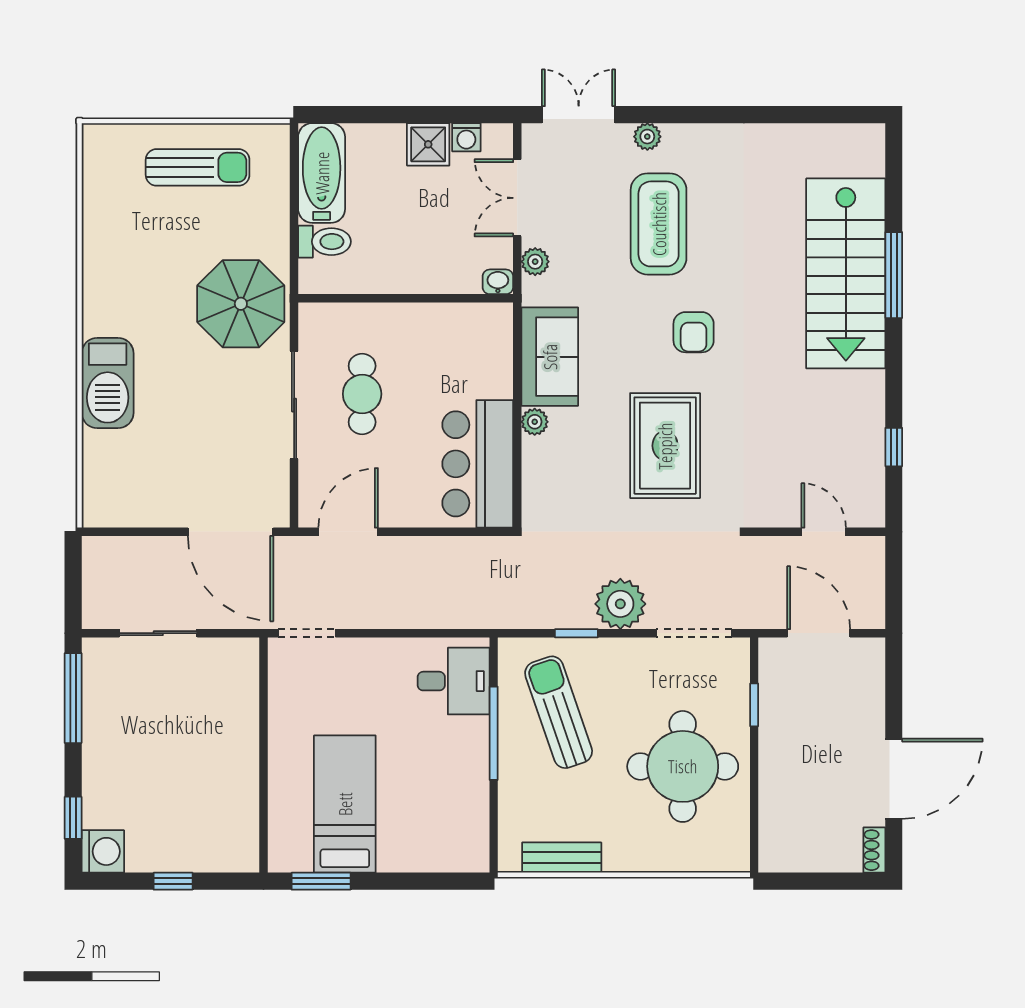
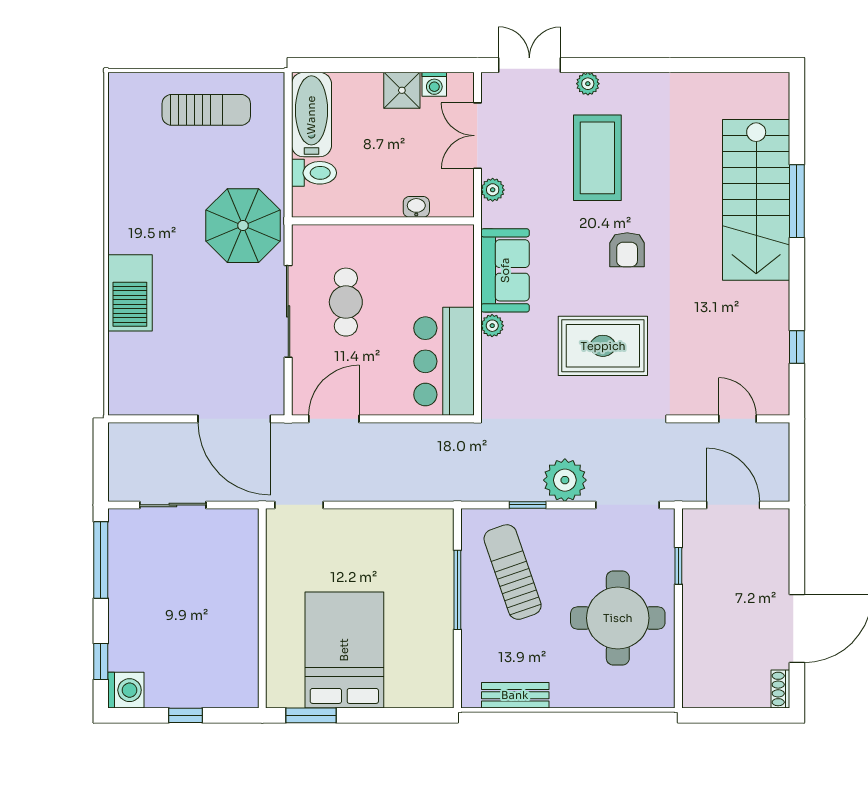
washbasin: (498, 282) -> (416, 207), moved
rug: (665, 446) -> (603, 346), turned 90
desk: (454, 681) -> (423, 546), removed
bed: (345, 804) -> (344, 650), width x1.50

